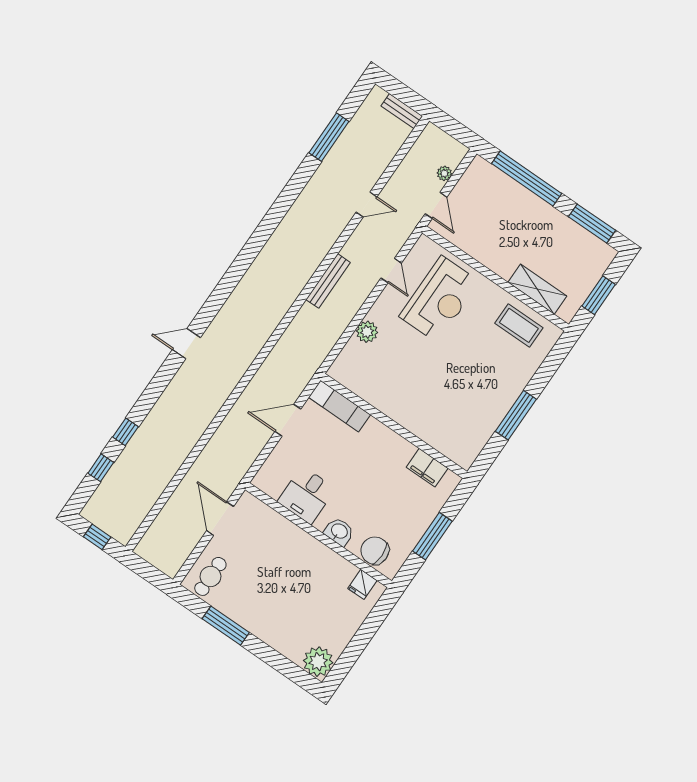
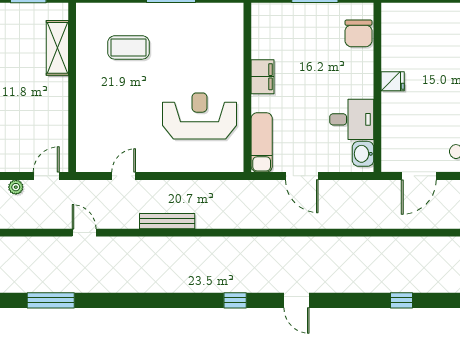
reception desk: (439, 299) -> (199, 116), moved
coffee table: (519, 325) -> (129, 47), moved, turned 90
plant: (367, 332) -> (186, 161), removed
window: (101, 468) -> (235, 300), moved
filing cabinet: (427, 468) -> (263, 77), moved
washbasin: (339, 532) -> (363, 154), moved
fridge: (362, 584) -> (393, 81), moved

